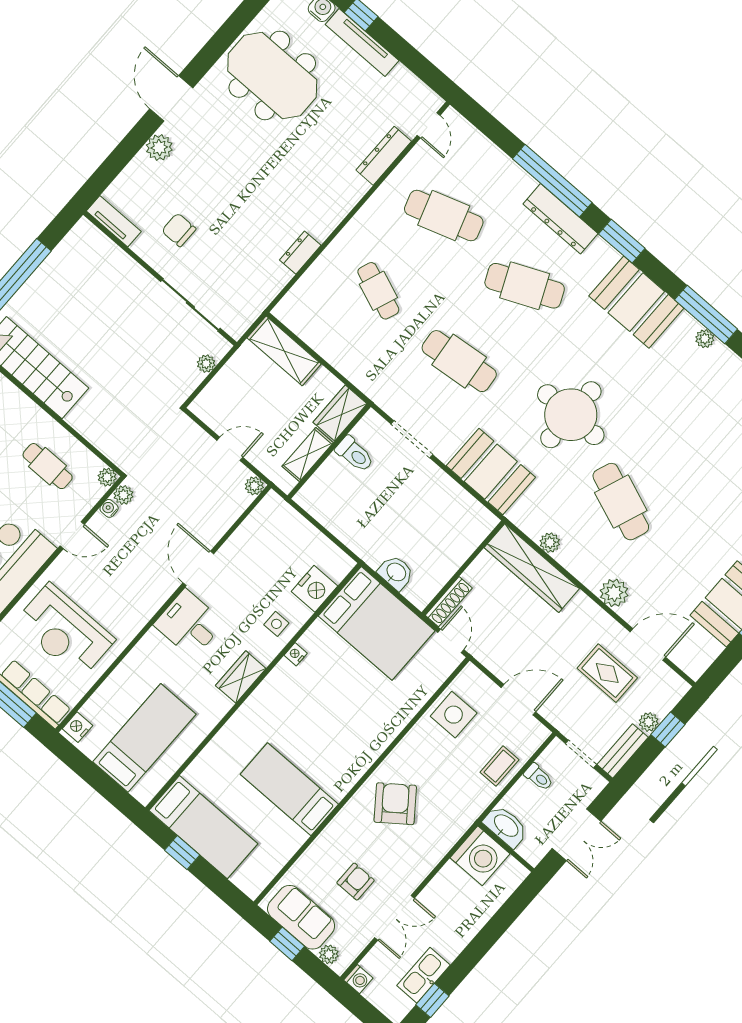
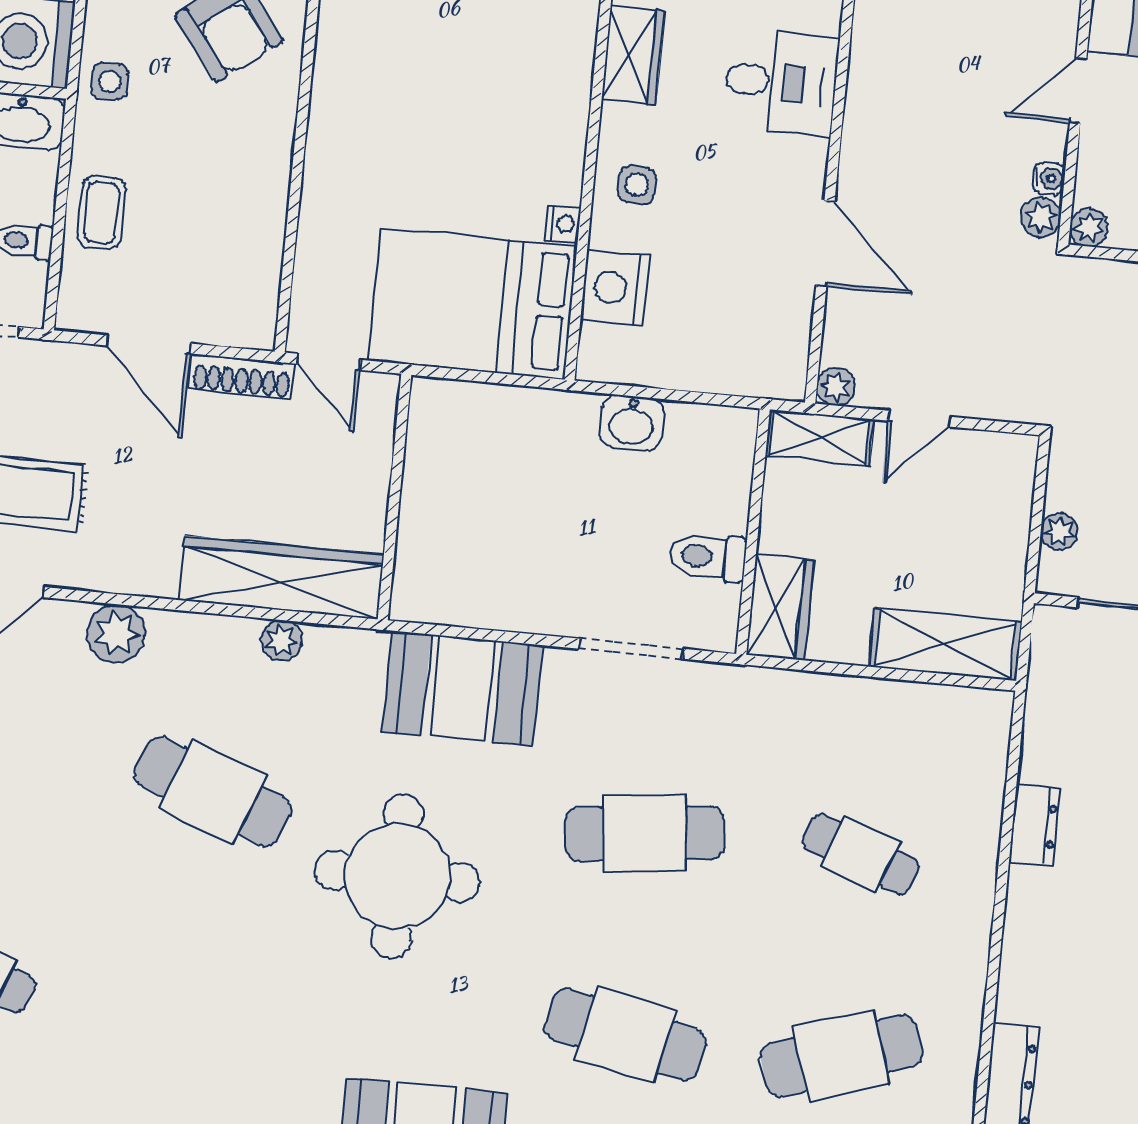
cafe table: (525, 286) -> (625, 1035), turned 36
shelving: (308, 455) -> (820, 438), moved, turned 90
door: (198, 568) -> (825, 243), moved
washbasin: (396, 573) -> (632, 423), moved
shoe rack: (449, 602) -> (242, 376), moved, turned -90
nightstand: (296, 654) -> (563, 224), moved
door: (518, 700) -> (148, 344), hinge flipped
side table: (454, 715) -> (110, 81), moved, width x0.54, depth x0.54

